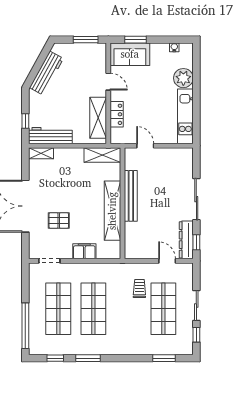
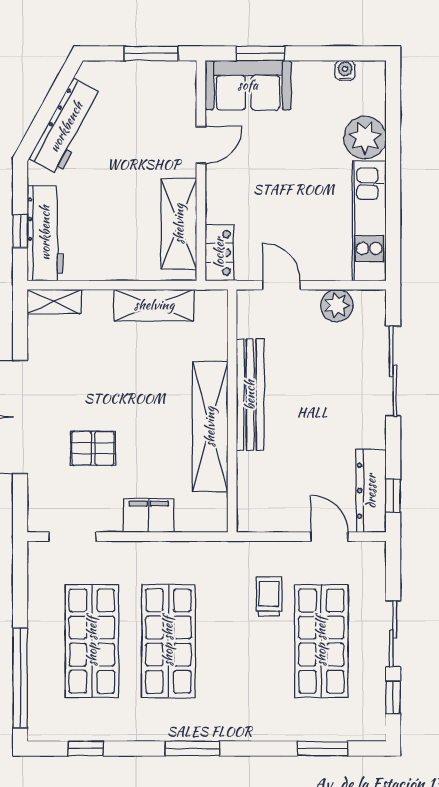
door: (108, 82) -> (201, 145), hinge flipped
locker: (117, 114) -> (219, 253), moved
workbench: (50, 136) -> (45, 233), moved, turned 90
shelving: (102, 155) -> (154, 305), moved
plant: (171, 155) -> (337, 306), added
sliding door: (196, 199) -> (393, 371), moved
window: (88, 358) -> (192, 748), moved

